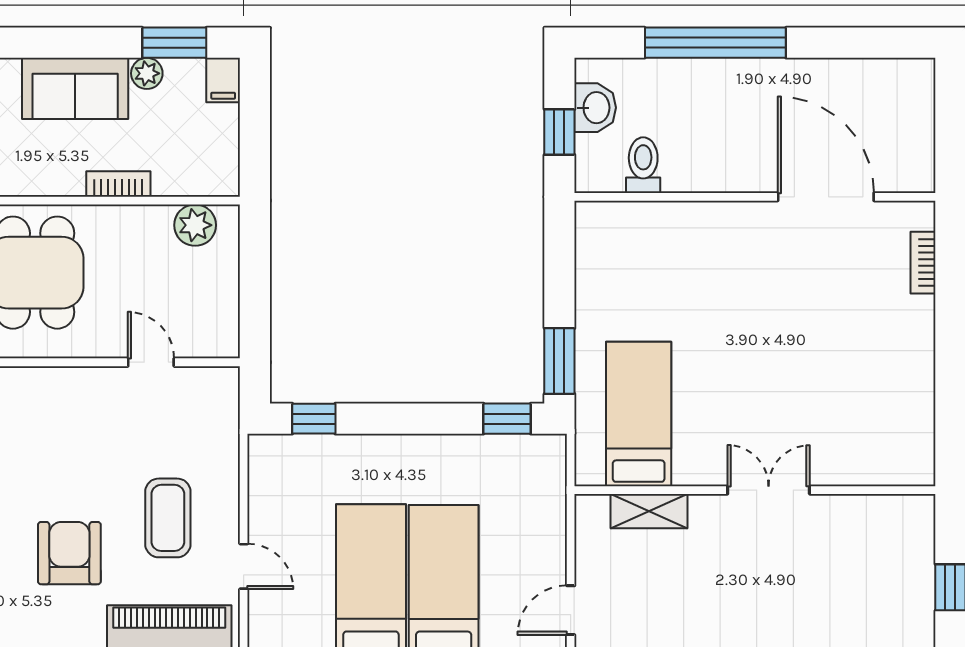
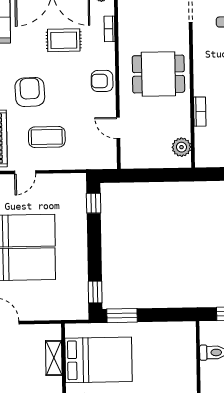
door: (151, 362) -> (118, 128), swing flipped
armchair: (48, 395) -> (102, 81), added
bed: (639, 414) -> (98, 360), width x1.50
armchair: (69, 553) -> (30, 92), turned -92

